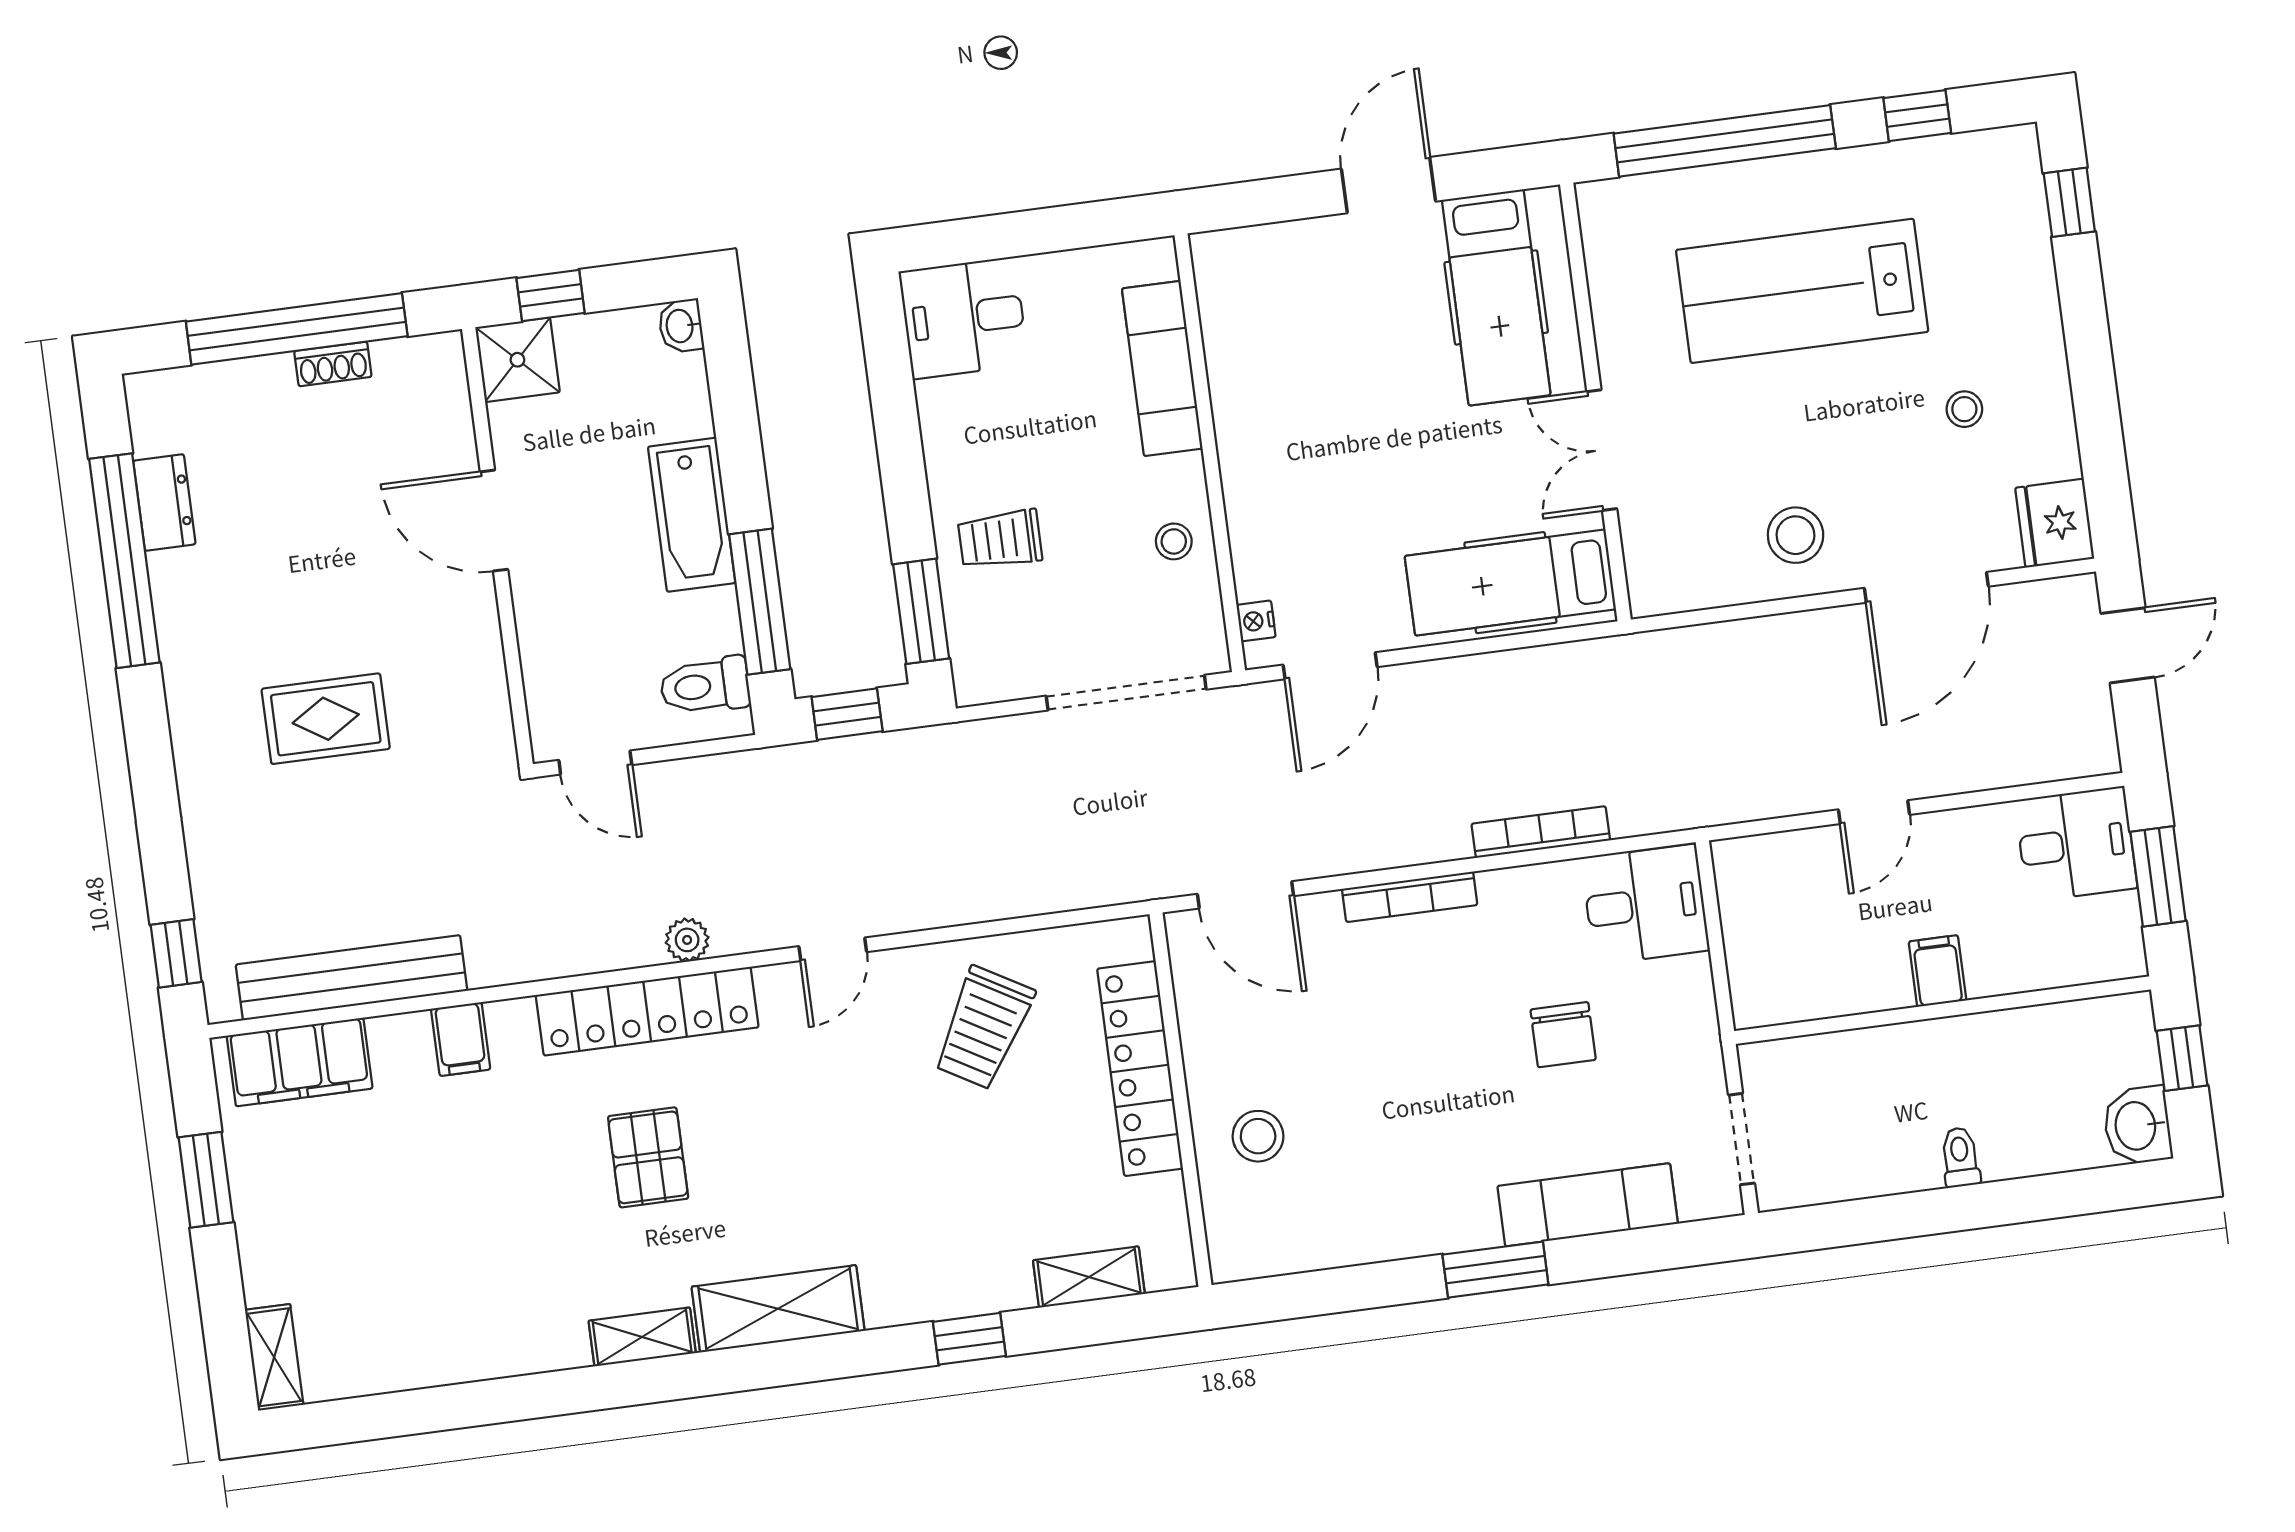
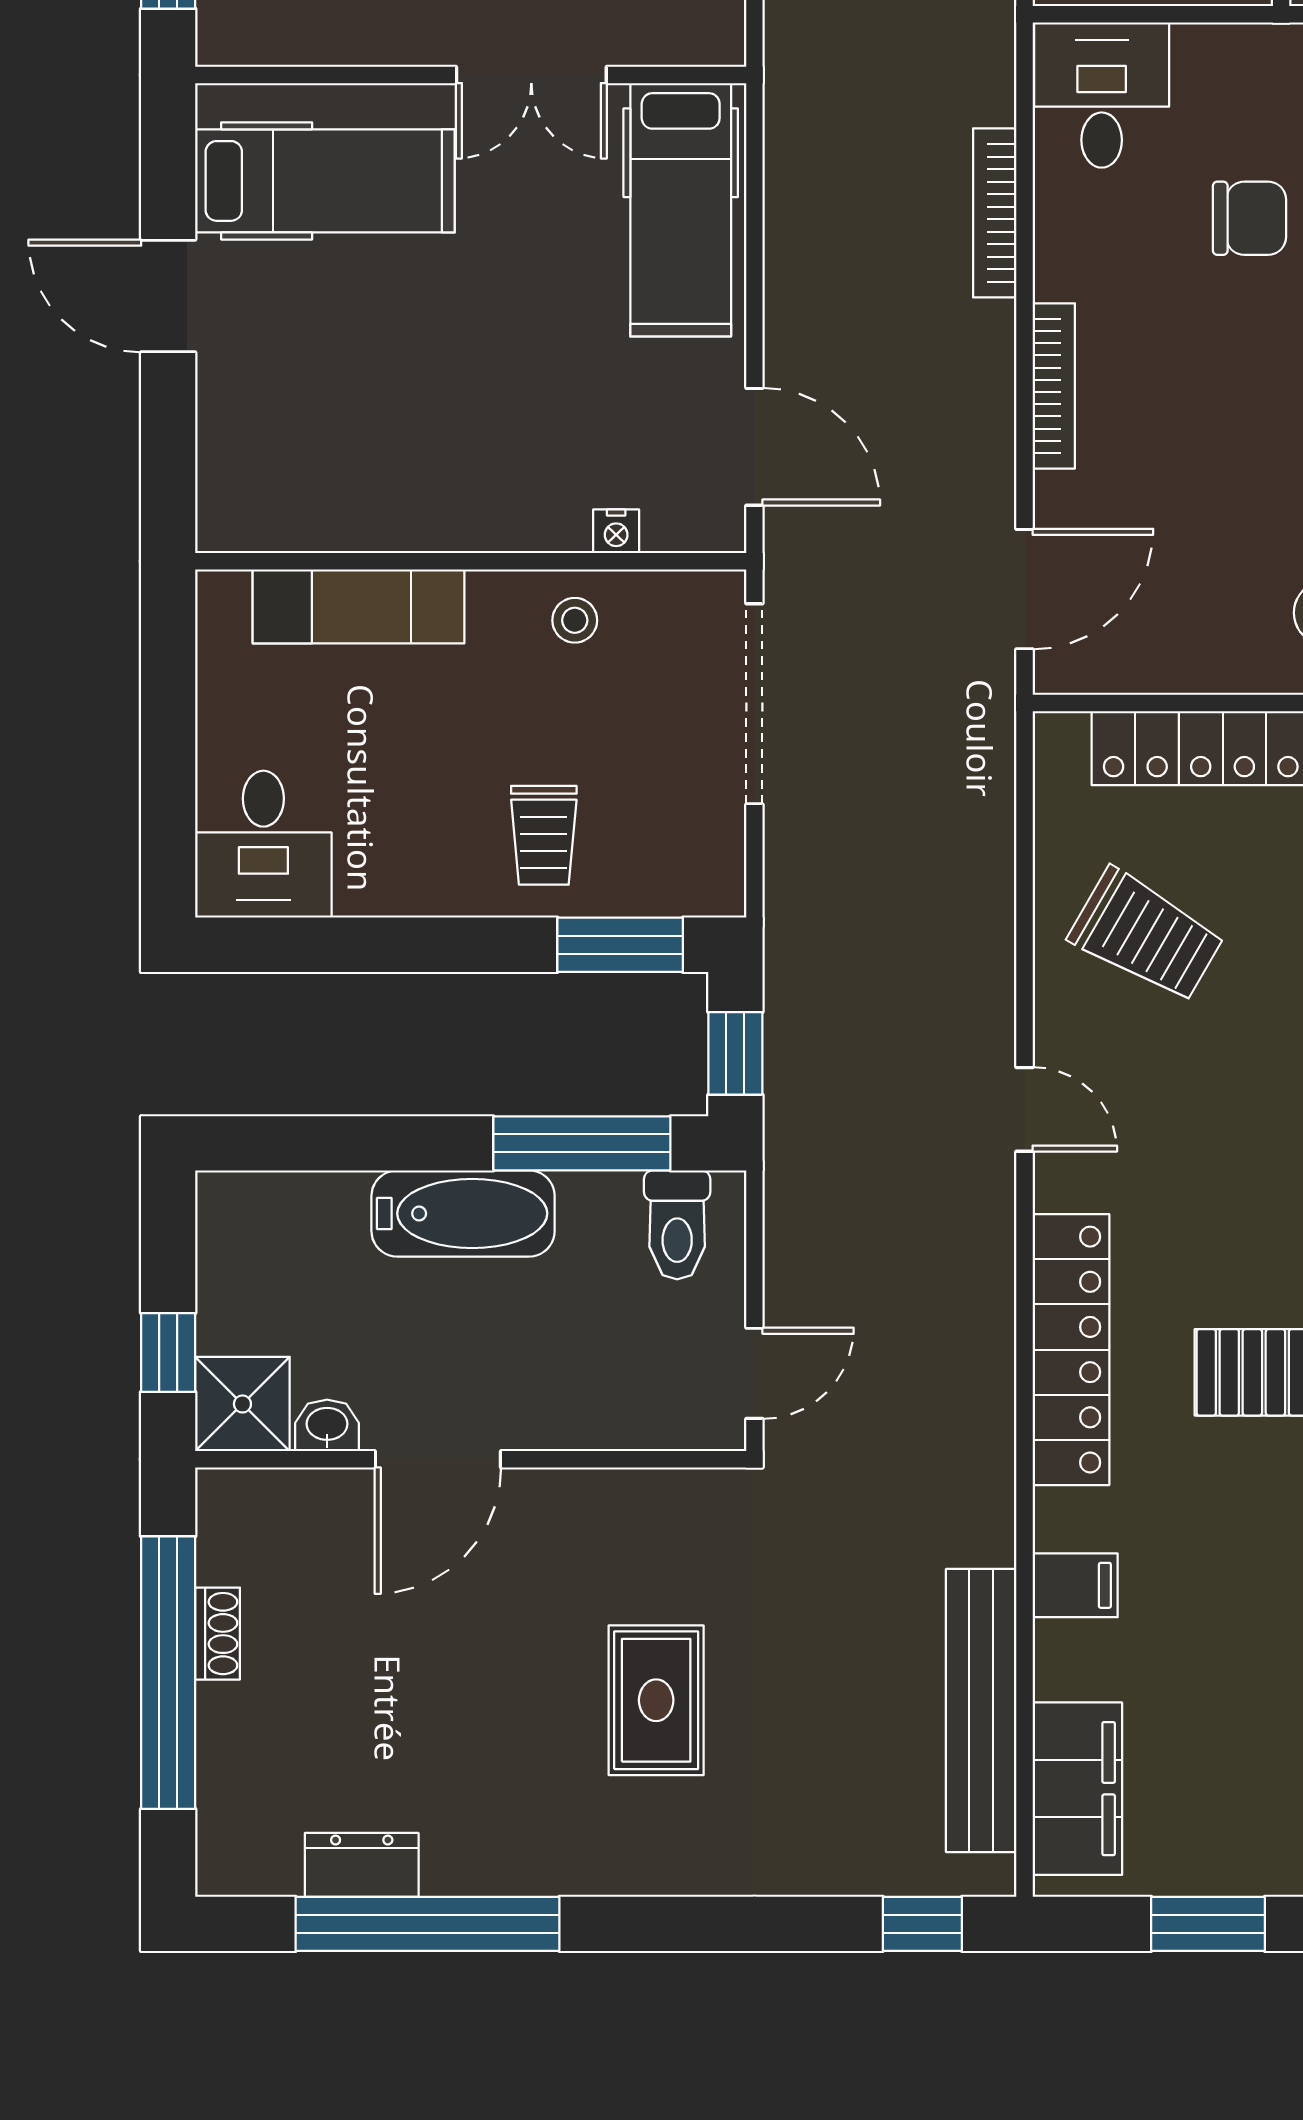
washbasin: (681, 326) -> (327, 1425), moved, turned 180
nightstand: (1256, 621) -> (616, 531), moved
plant: (687, 940) -> (989, 1288), removed

